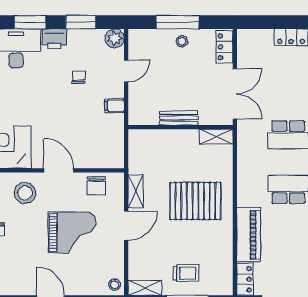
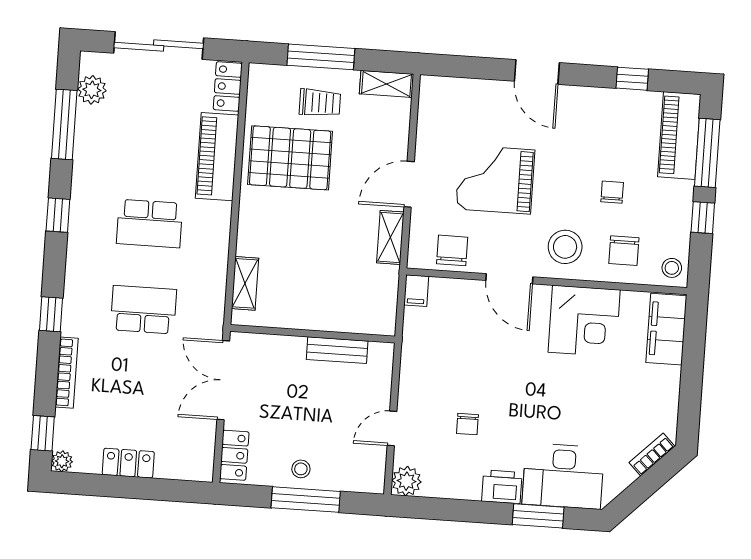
window: (81, 22) -> (458, 510), removed
filing cabinet: (115, 106) -> (416, 291), moved, turned 90
bench: (179, 118) -> (337, 350), moved
shelving: (216, 136) -> (245, 283), moved, turned 90
pallet: (195, 201) -> (290, 158), moved
trolley: (186, 273) -> (320, 103), turned 180
stool: (115, 285) -> (434, 93), removed

